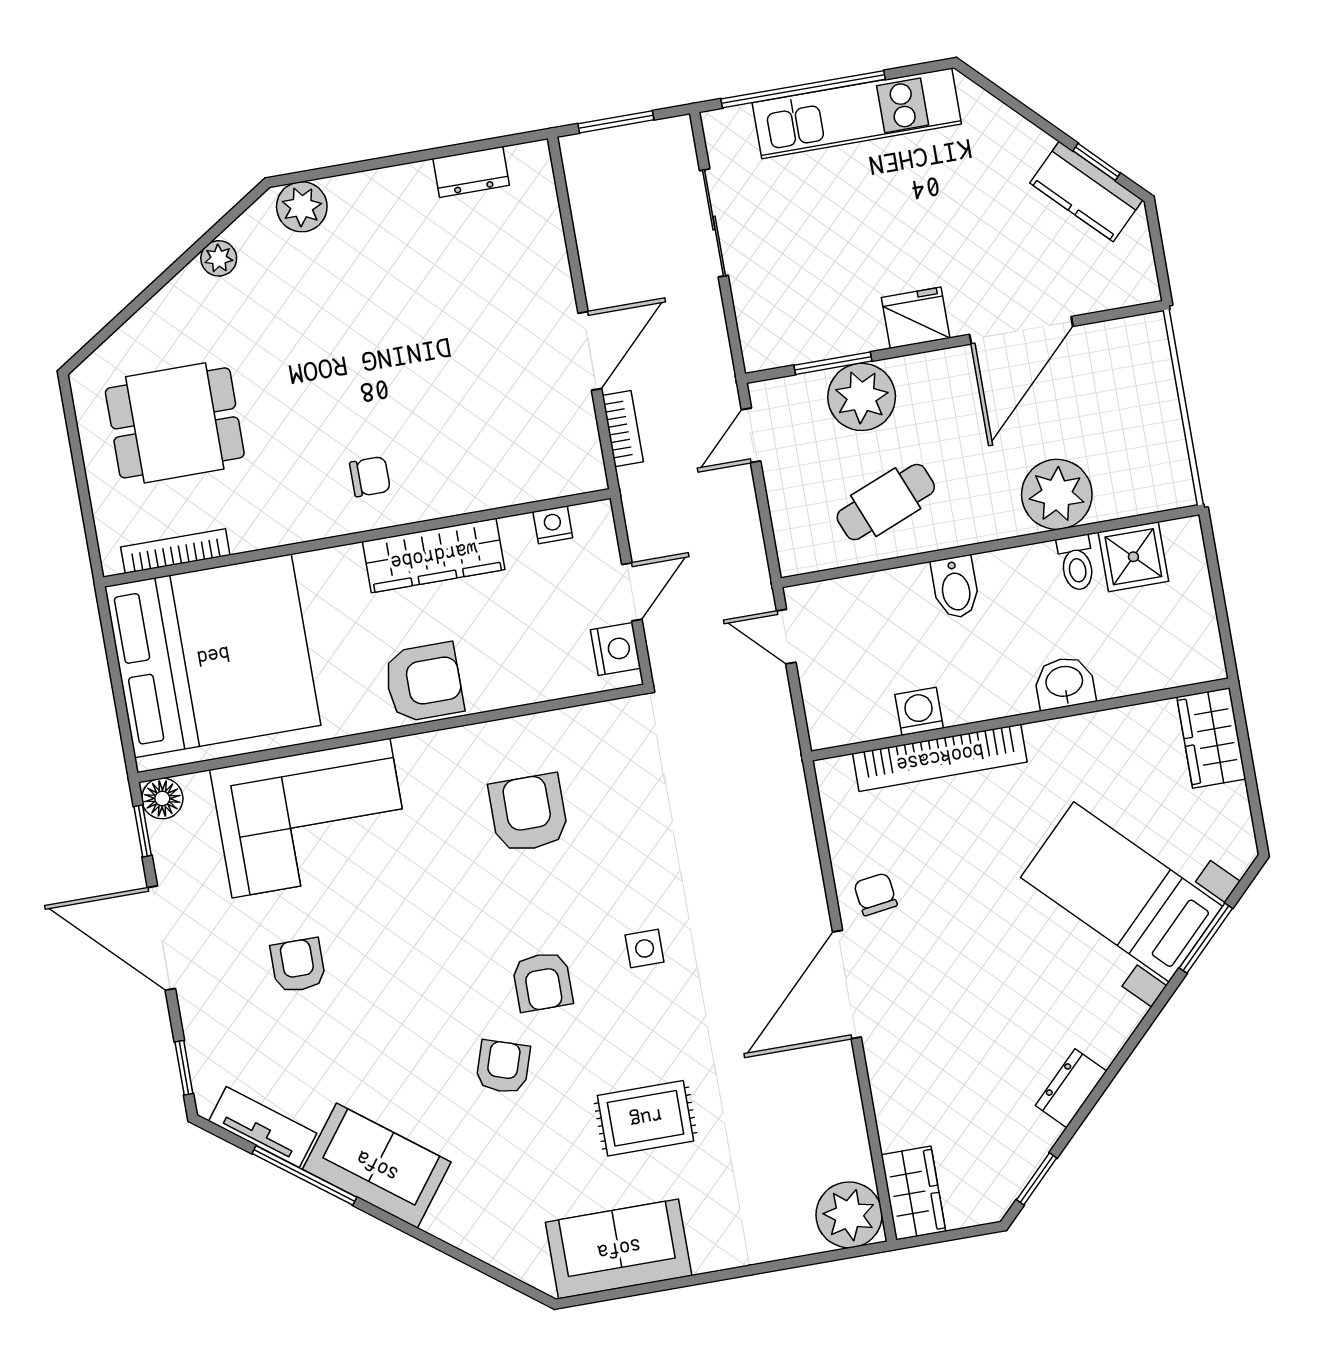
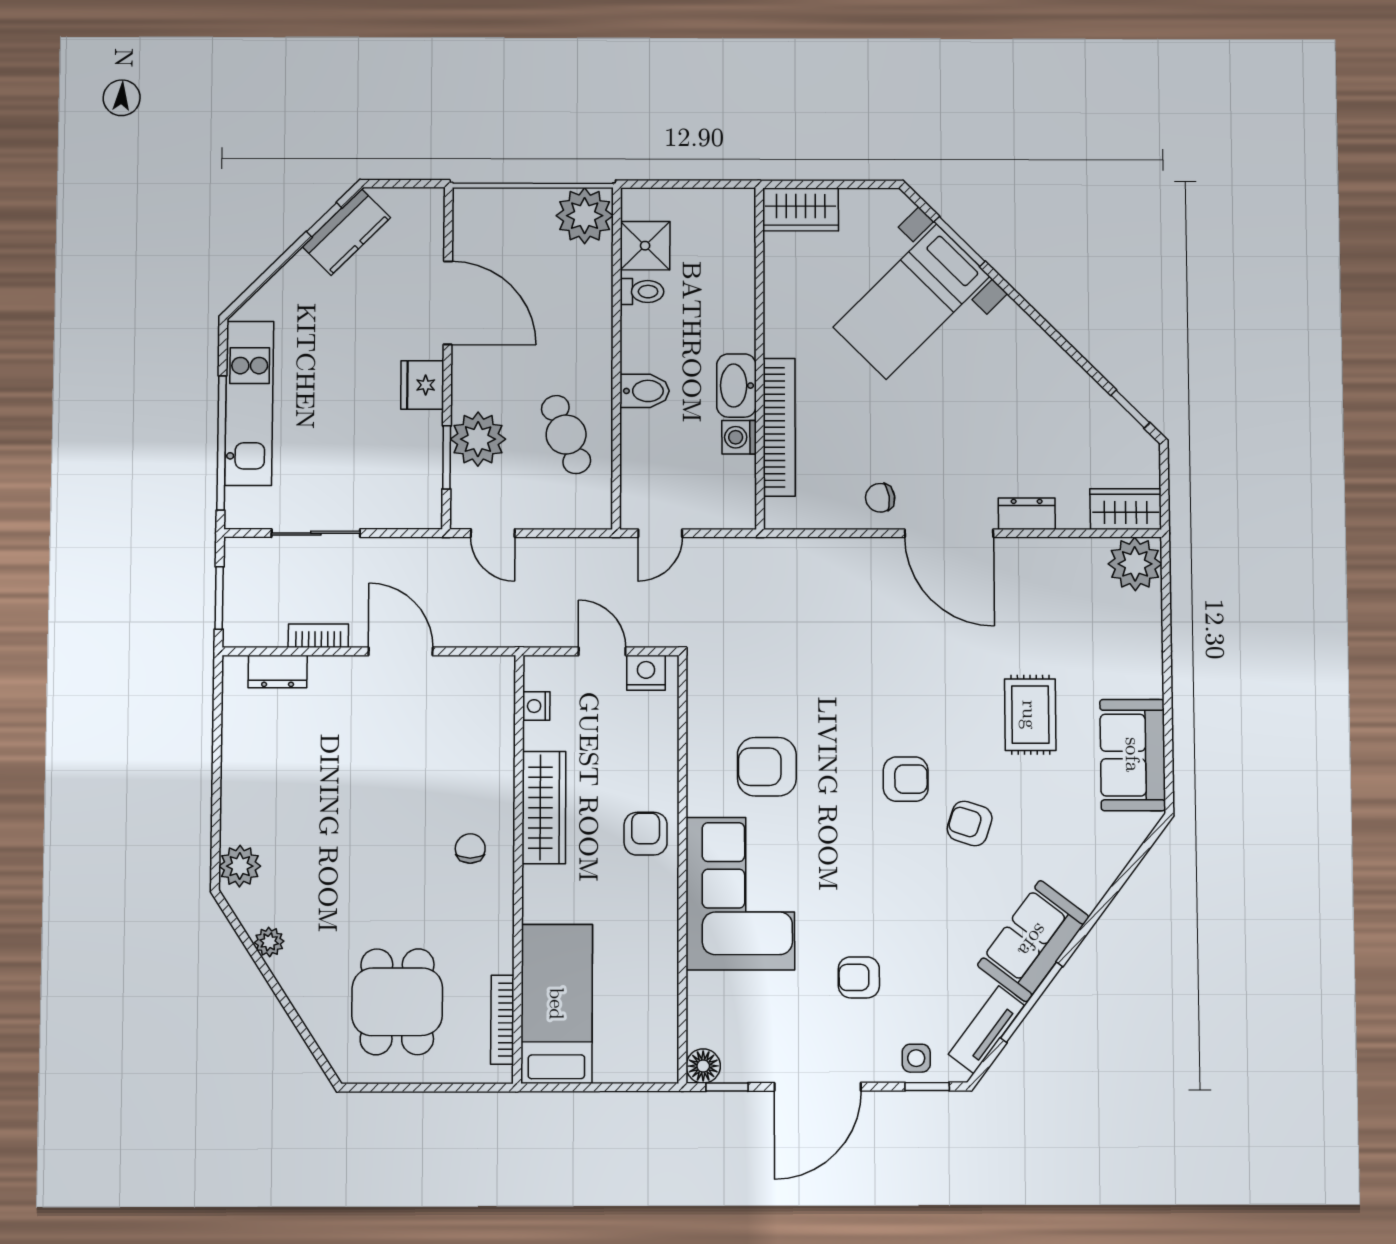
dresser: (471, 172) -> (278, 672), moved, turned 90
bookcase: (623, 429) -> (318, 636), moved
plant: (1057, 494) -> (585, 216), moved
bed: (213, 656) -> (557, 1004), width x0.49
armchair: (424, 682) -> (646, 834), width x0.72, depth x0.72
washbasin: (1064, 683) -> (736, 386), moved, width x1.38
corner sofa: (311, 818) -> (740, 894), moved
side table: (645, 948) -> (916, 1058), moved
dresser: (1071, 1088) -> (1027, 514), moved, turned 135

